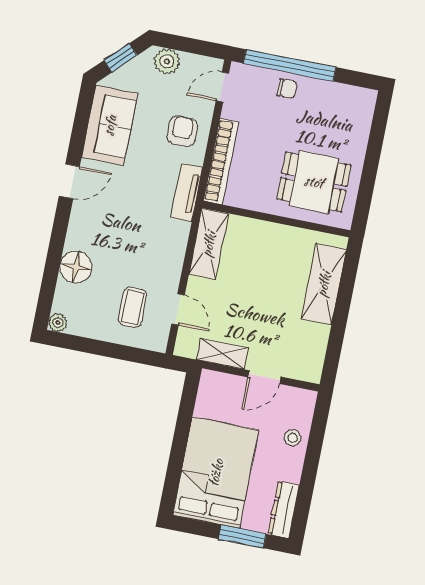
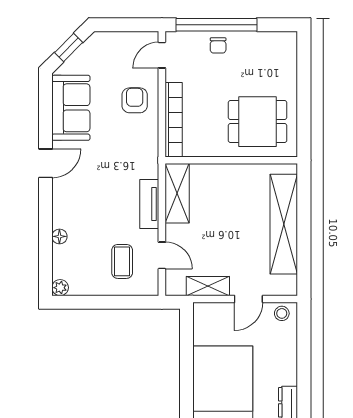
plant: (167, 61) -> (109, 43), removed
chair: (287, 89) -> (218, 45), turned 90
tv unit: (187, 193) -> (149, 204), moved
floor lamp: (76, 267) -> (59, 236), width x0.53, depth x0.53
shelving: (324, 284) -> (284, 224), width x1.47
stool: (293, 438) -> (282, 313), moved

